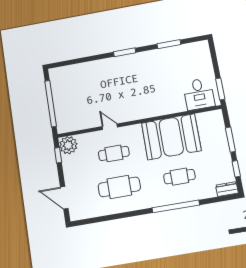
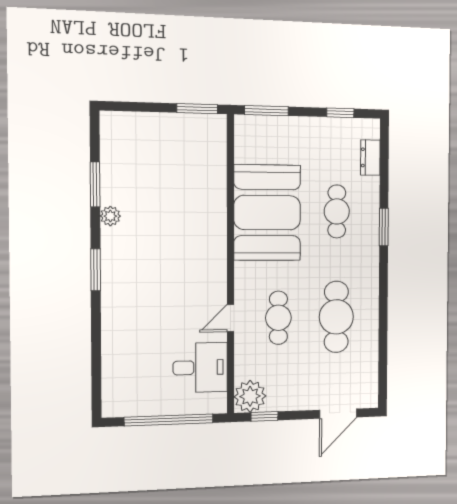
plant: (154, 55) -> (110, 216), added
desk: (199, 94) -> (200, 368), moved
window: (230, 140) -> (267, 111), moved
dresser: (227, 189) -> (370, 158), moved
window: (176, 206) -> (384, 227), width x0.47

